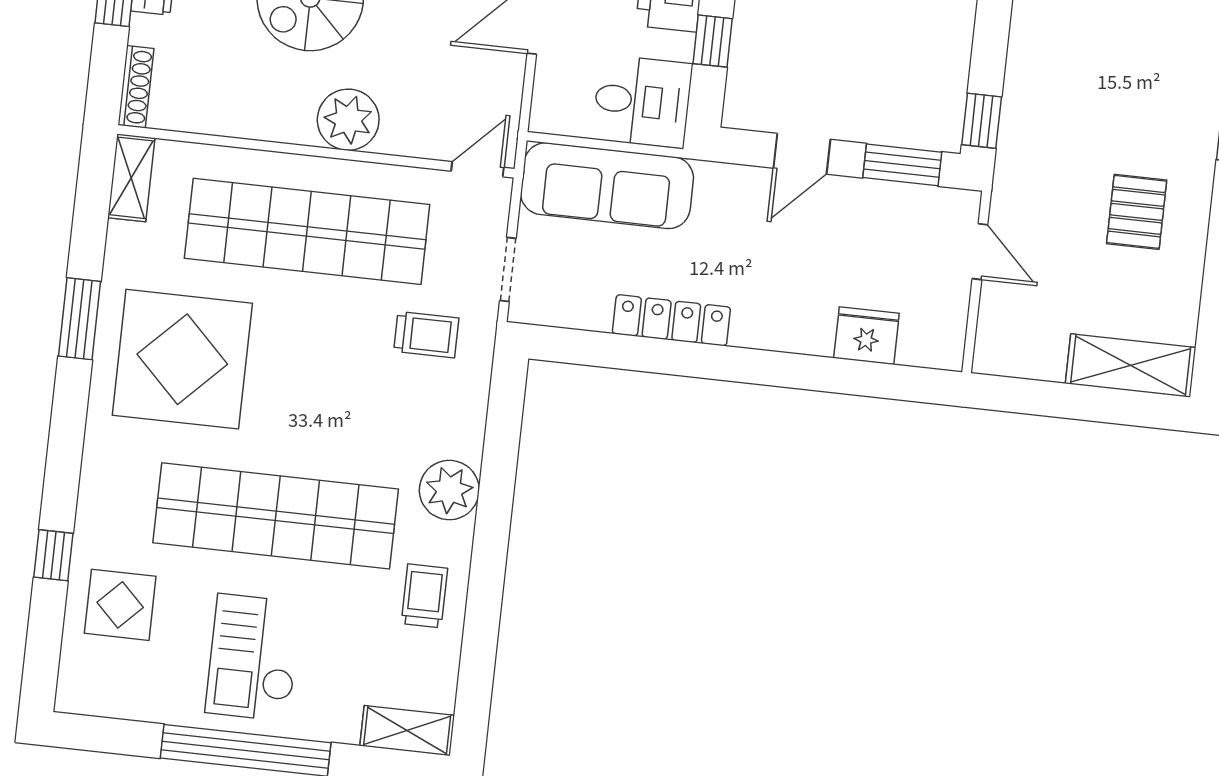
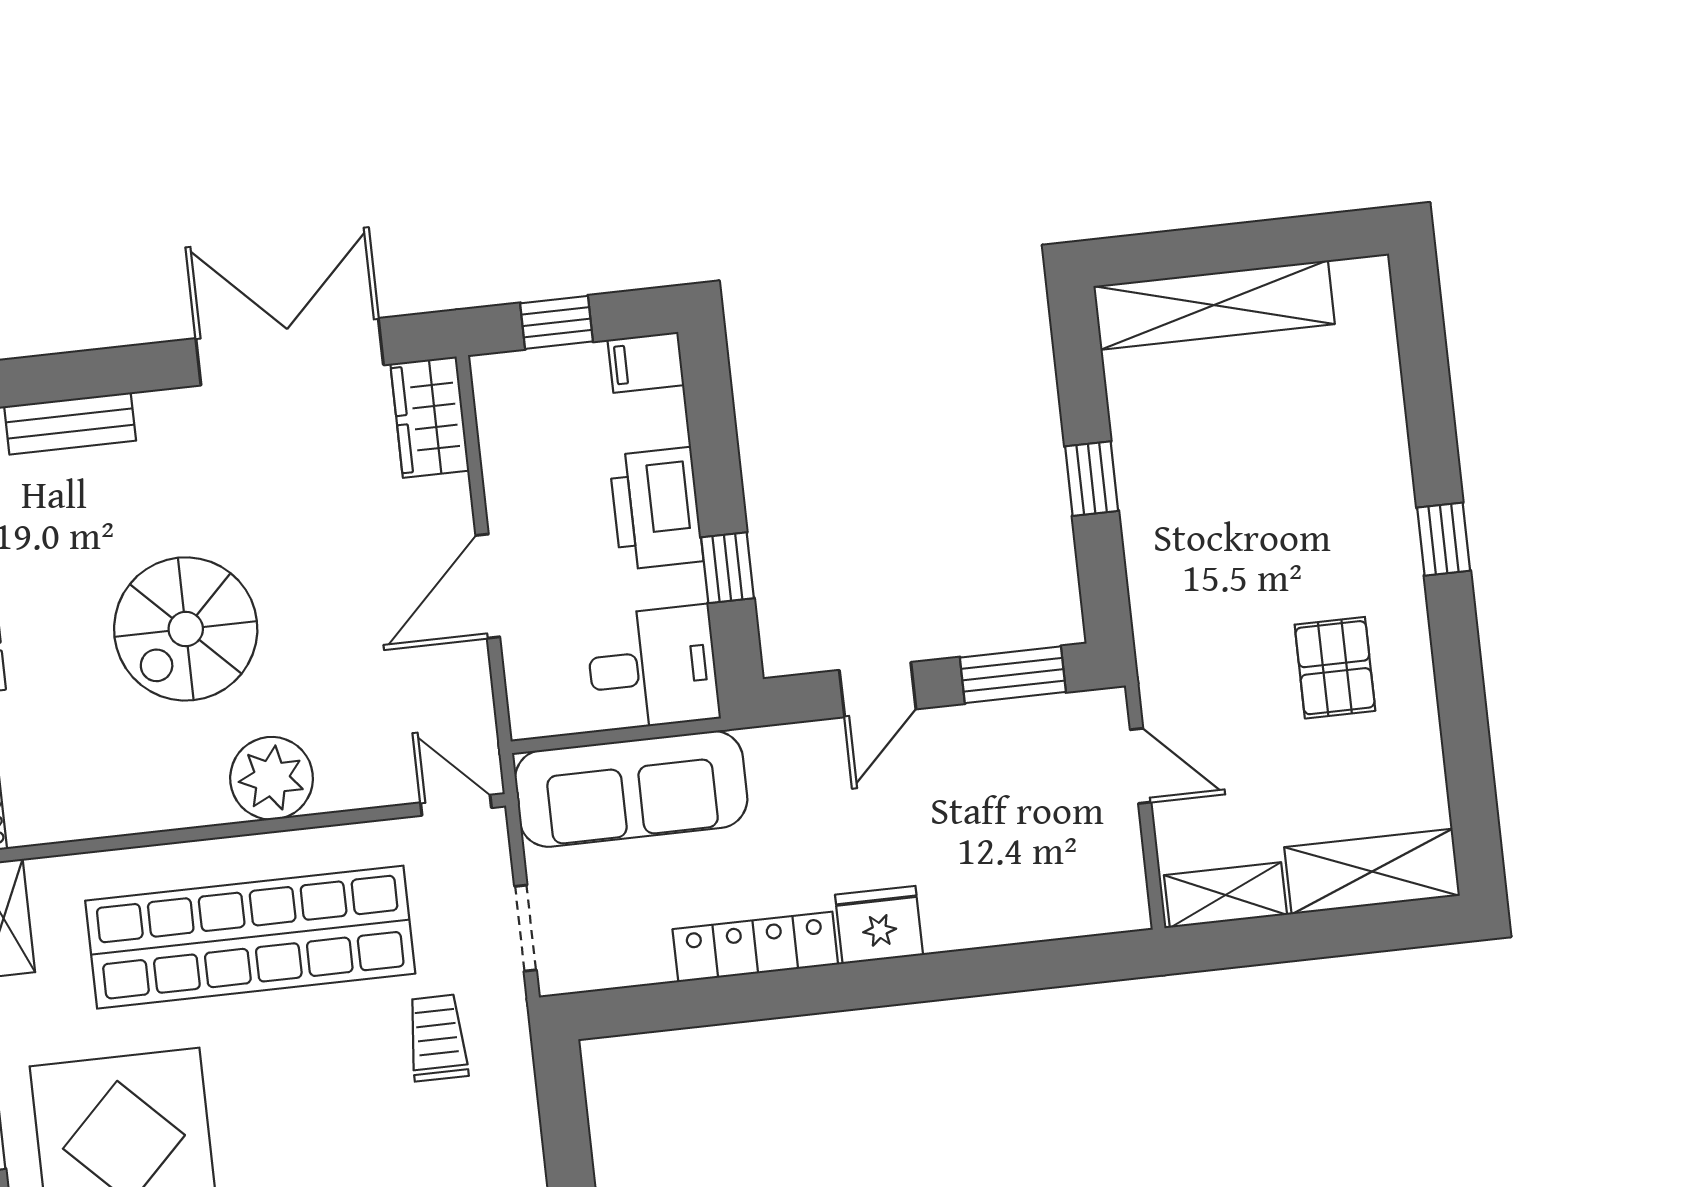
window: (982, 121) -> (1092, 479), moved
door: (477, 169) -> (456, 805), hinge flipped
trolley: (426, 335) -> (437, 1038), turned -90
fridge: (866, 336) -> (879, 925), moved
shelving: (1021, 359) -> (1225, 895), added

